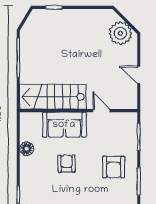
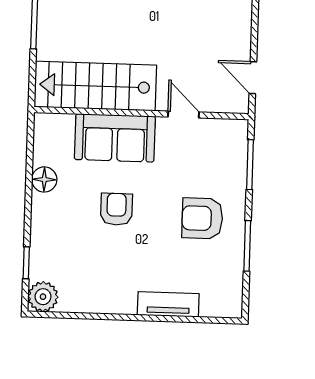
door: (139, 75) -> (253, 78), moved
armchair: (114, 167) -> (202, 218), turned 90

